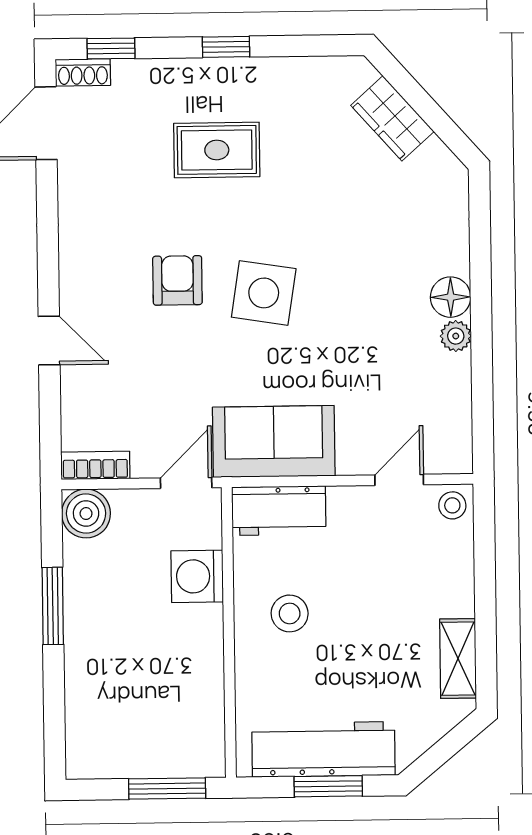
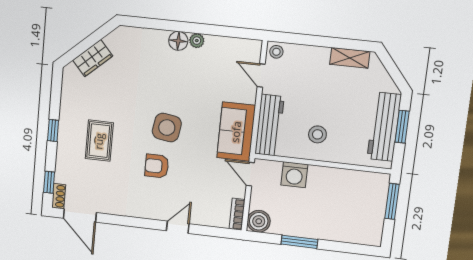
workbench: (279, 511) -> (269, 125), width x1.38

